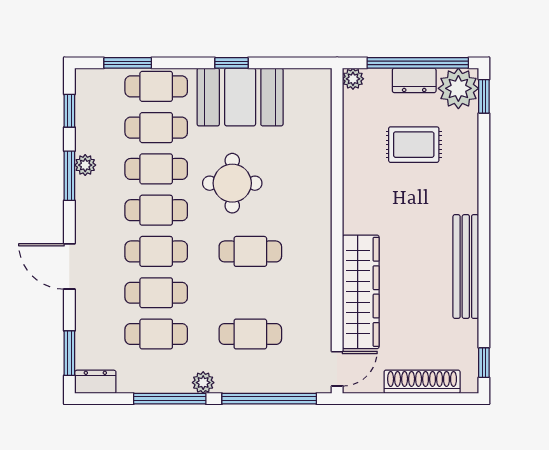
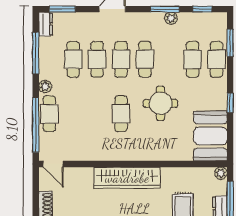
booth: (240, 97) -> (210, 136), moved
cafe table: (156, 169) -> (169, 59), removed
wardrobe: (361, 292) -> (127, 178), moved
cafe table: (250, 334) -> (49, 114), moved
window: (170, 399) -> (36, 53), moved

